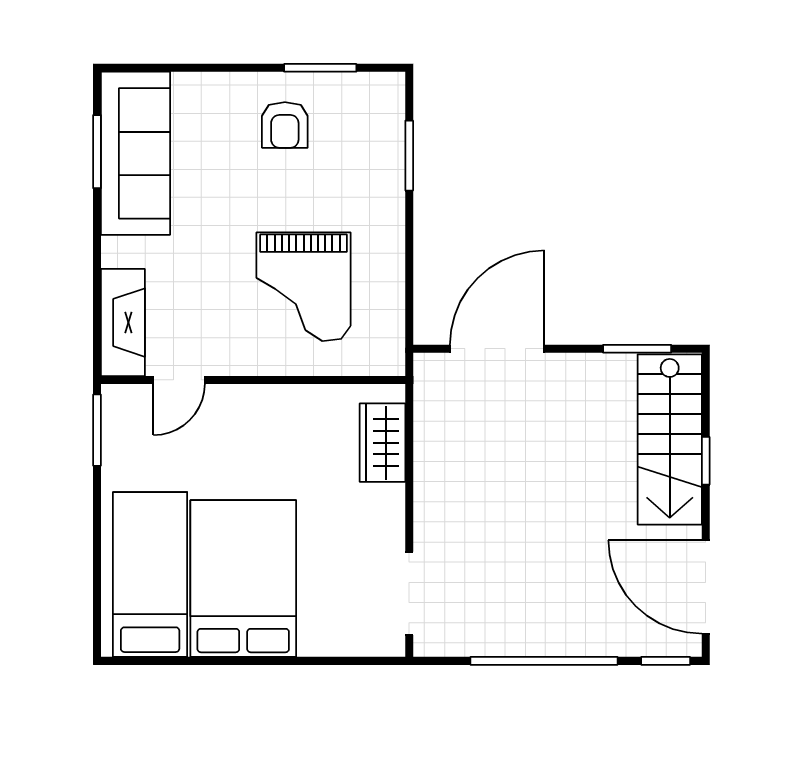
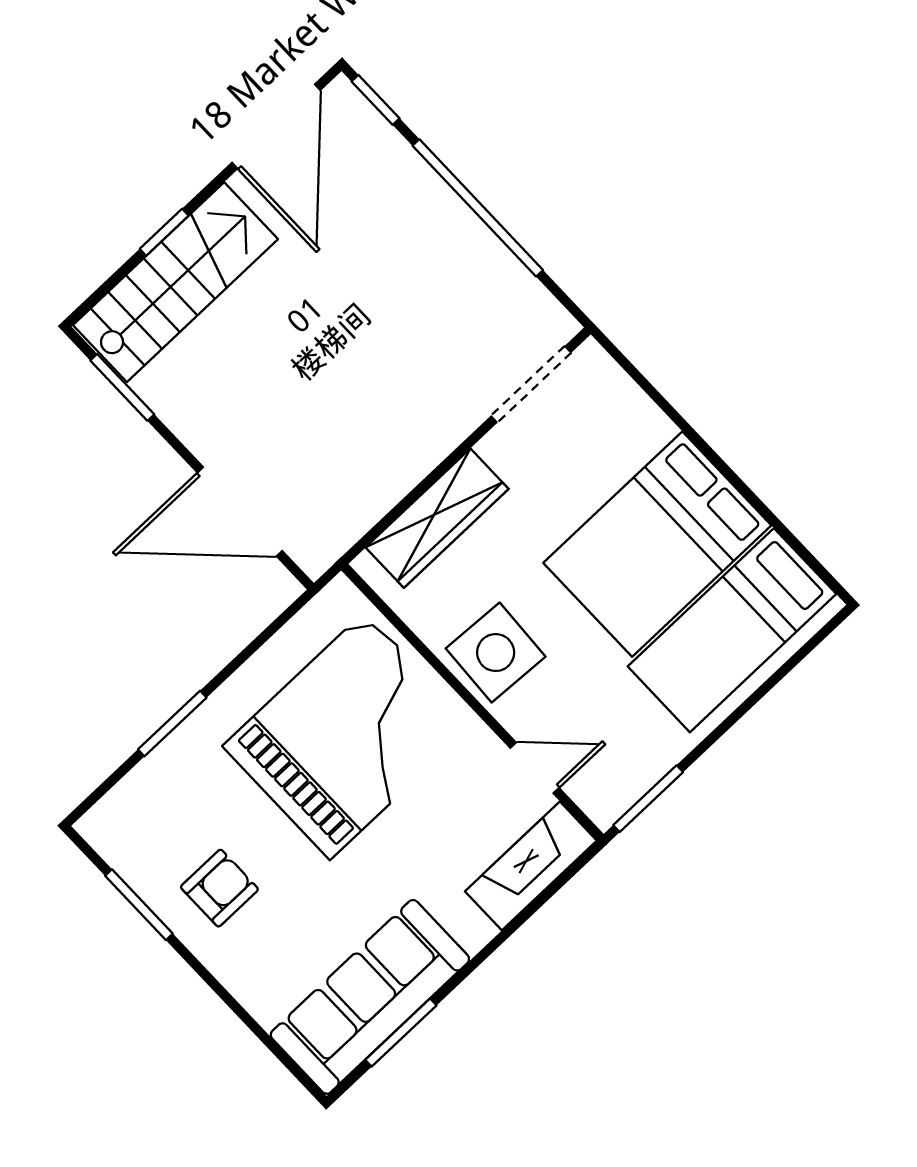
window: (409, 156) -> (172, 724), moved
grand piano: (304, 287) -> (347, 736), width x1.37, depth x1.48
side table: (270, 422) -> (496, 653), added
wardrobe: (382, 443) -> (437, 518), width x1.50

